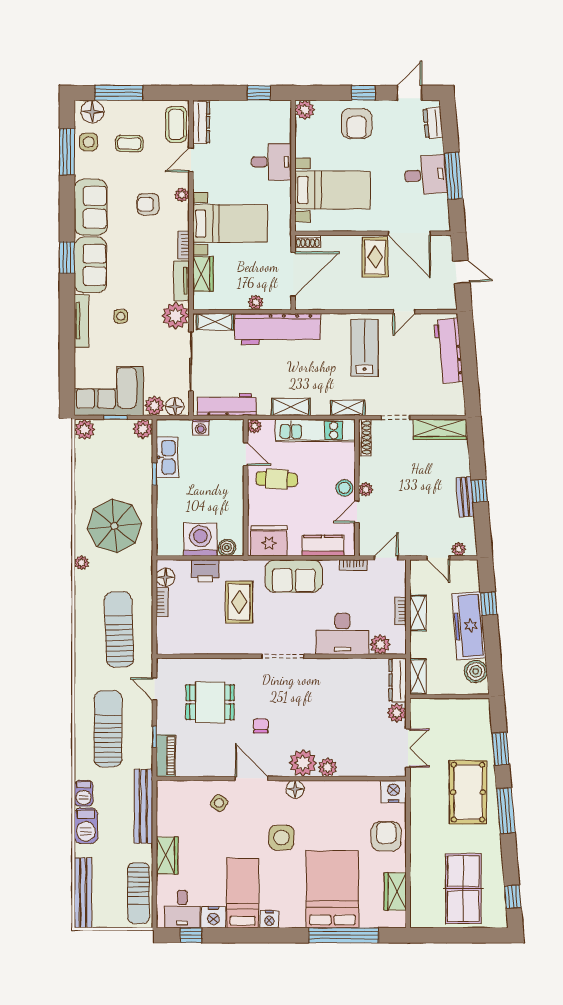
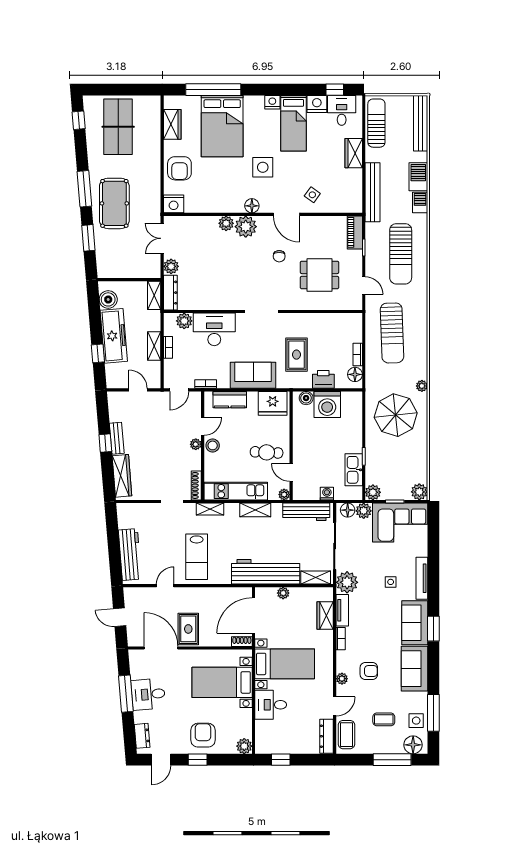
bed with nightstands: (230, 224) -> (285, 664), moved, turned 180
wardrobe: (440, 429) -> (122, 476), moved, turned 85
plant: (459, 549) -> (122, 397), removed

